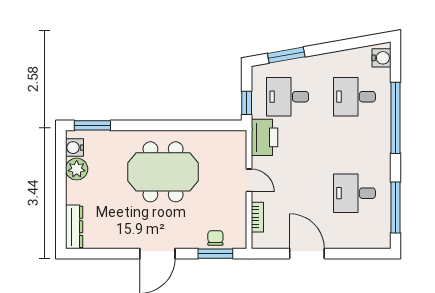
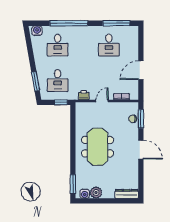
printer: (264, 137) -> (84, 95), width x0.53, depth x0.68

